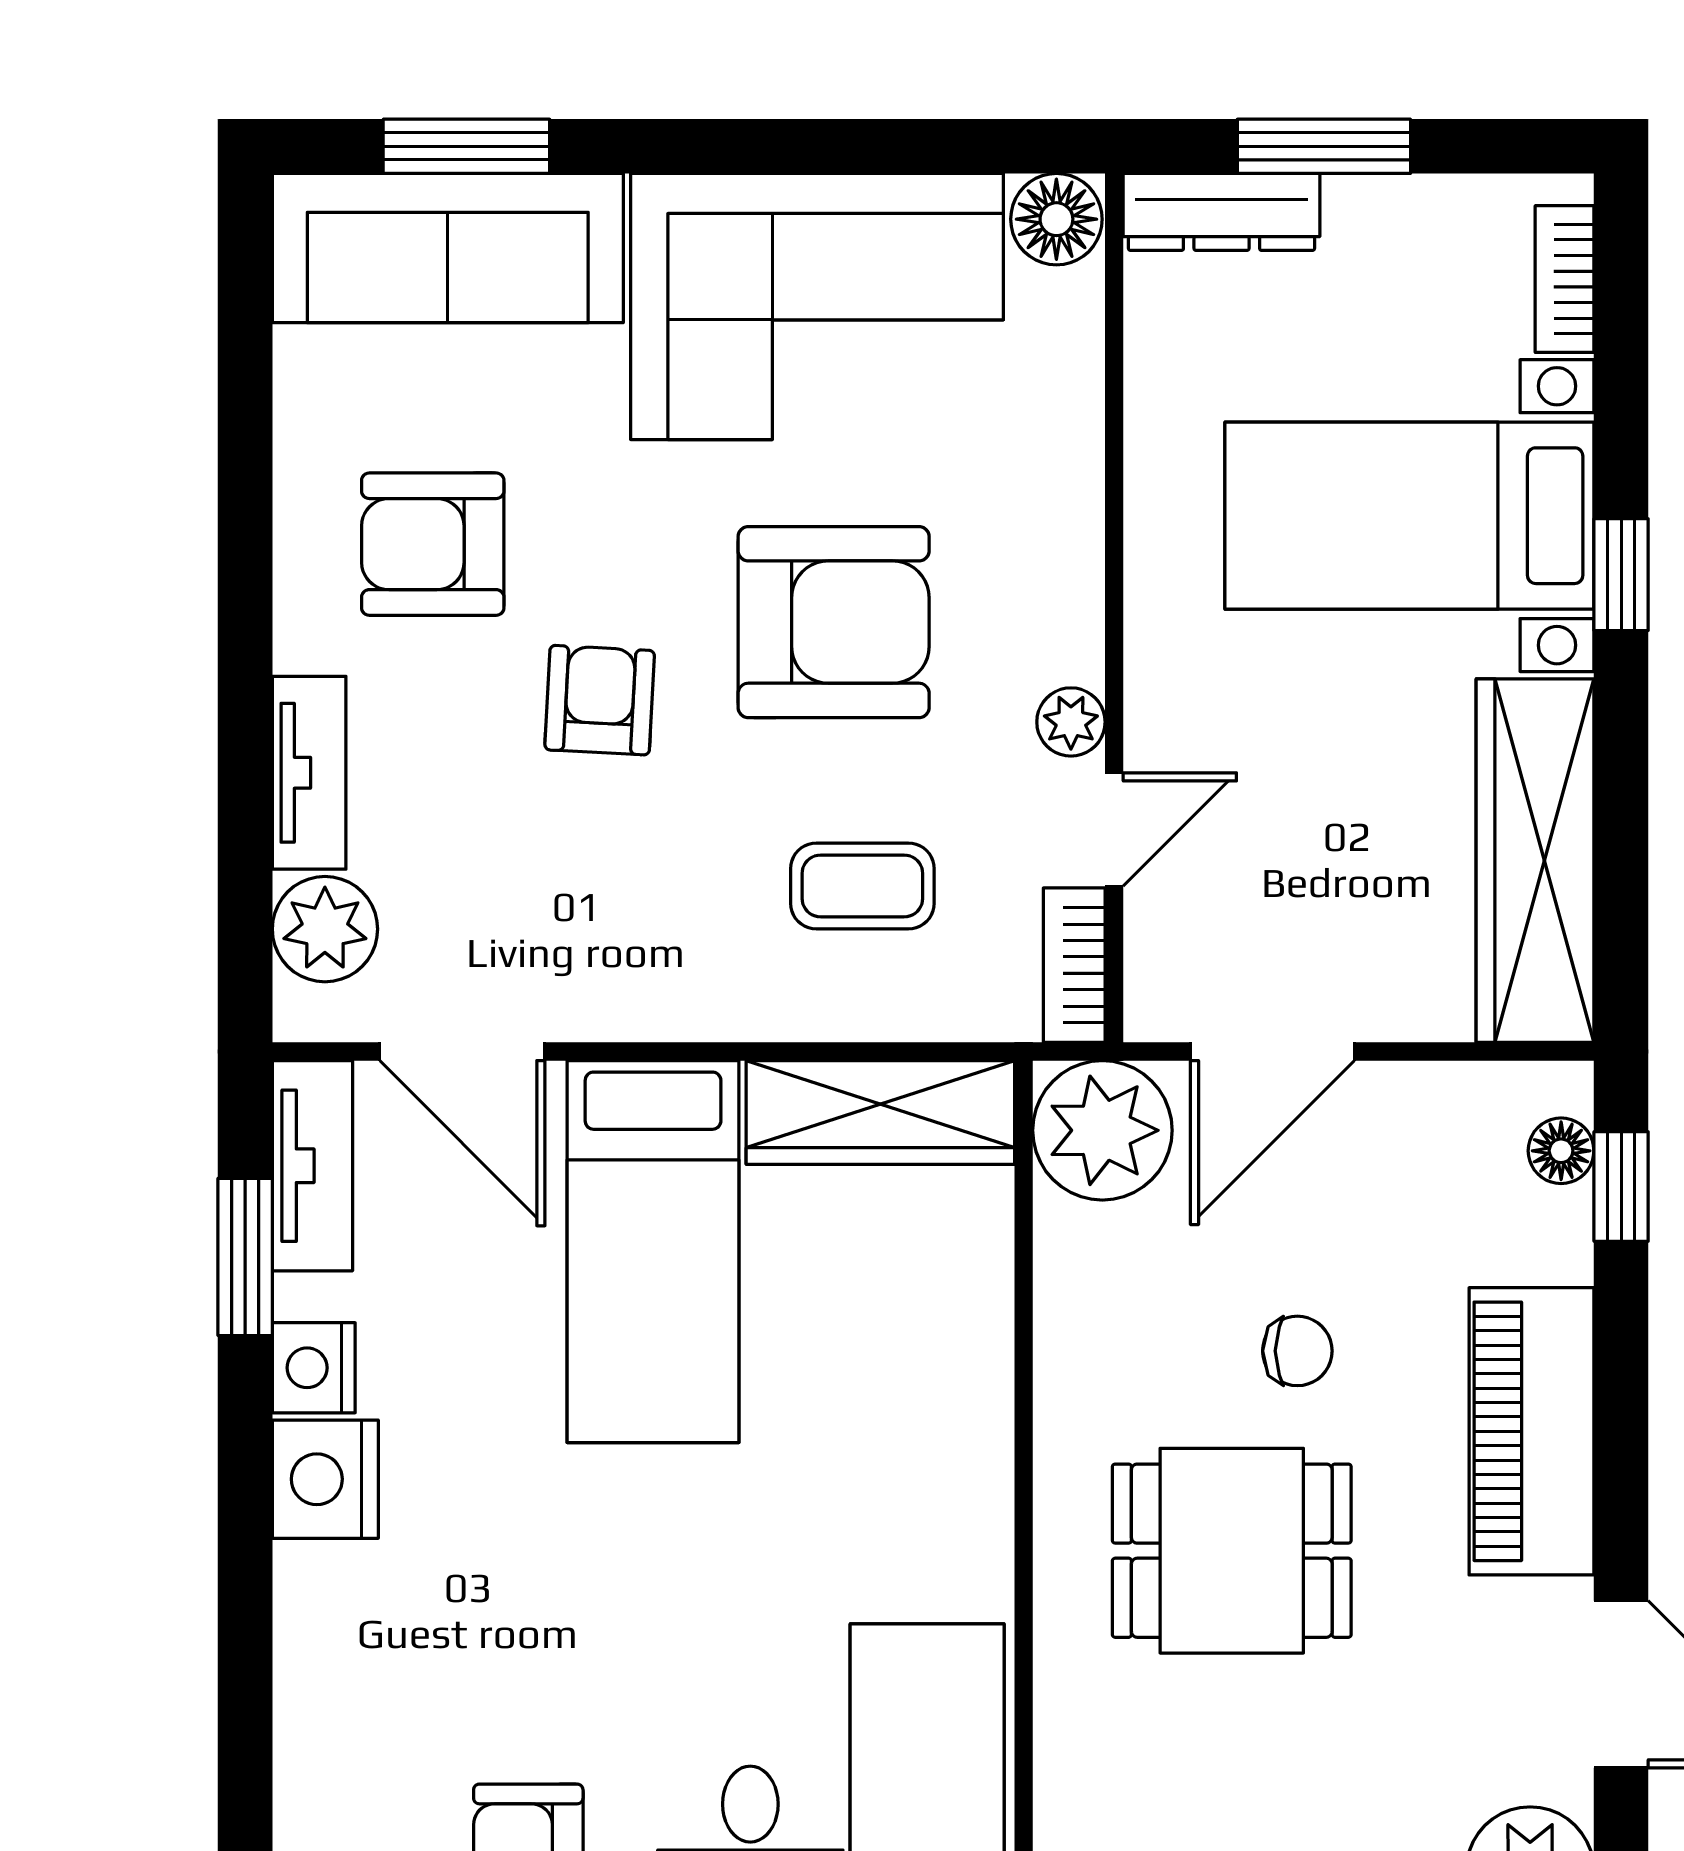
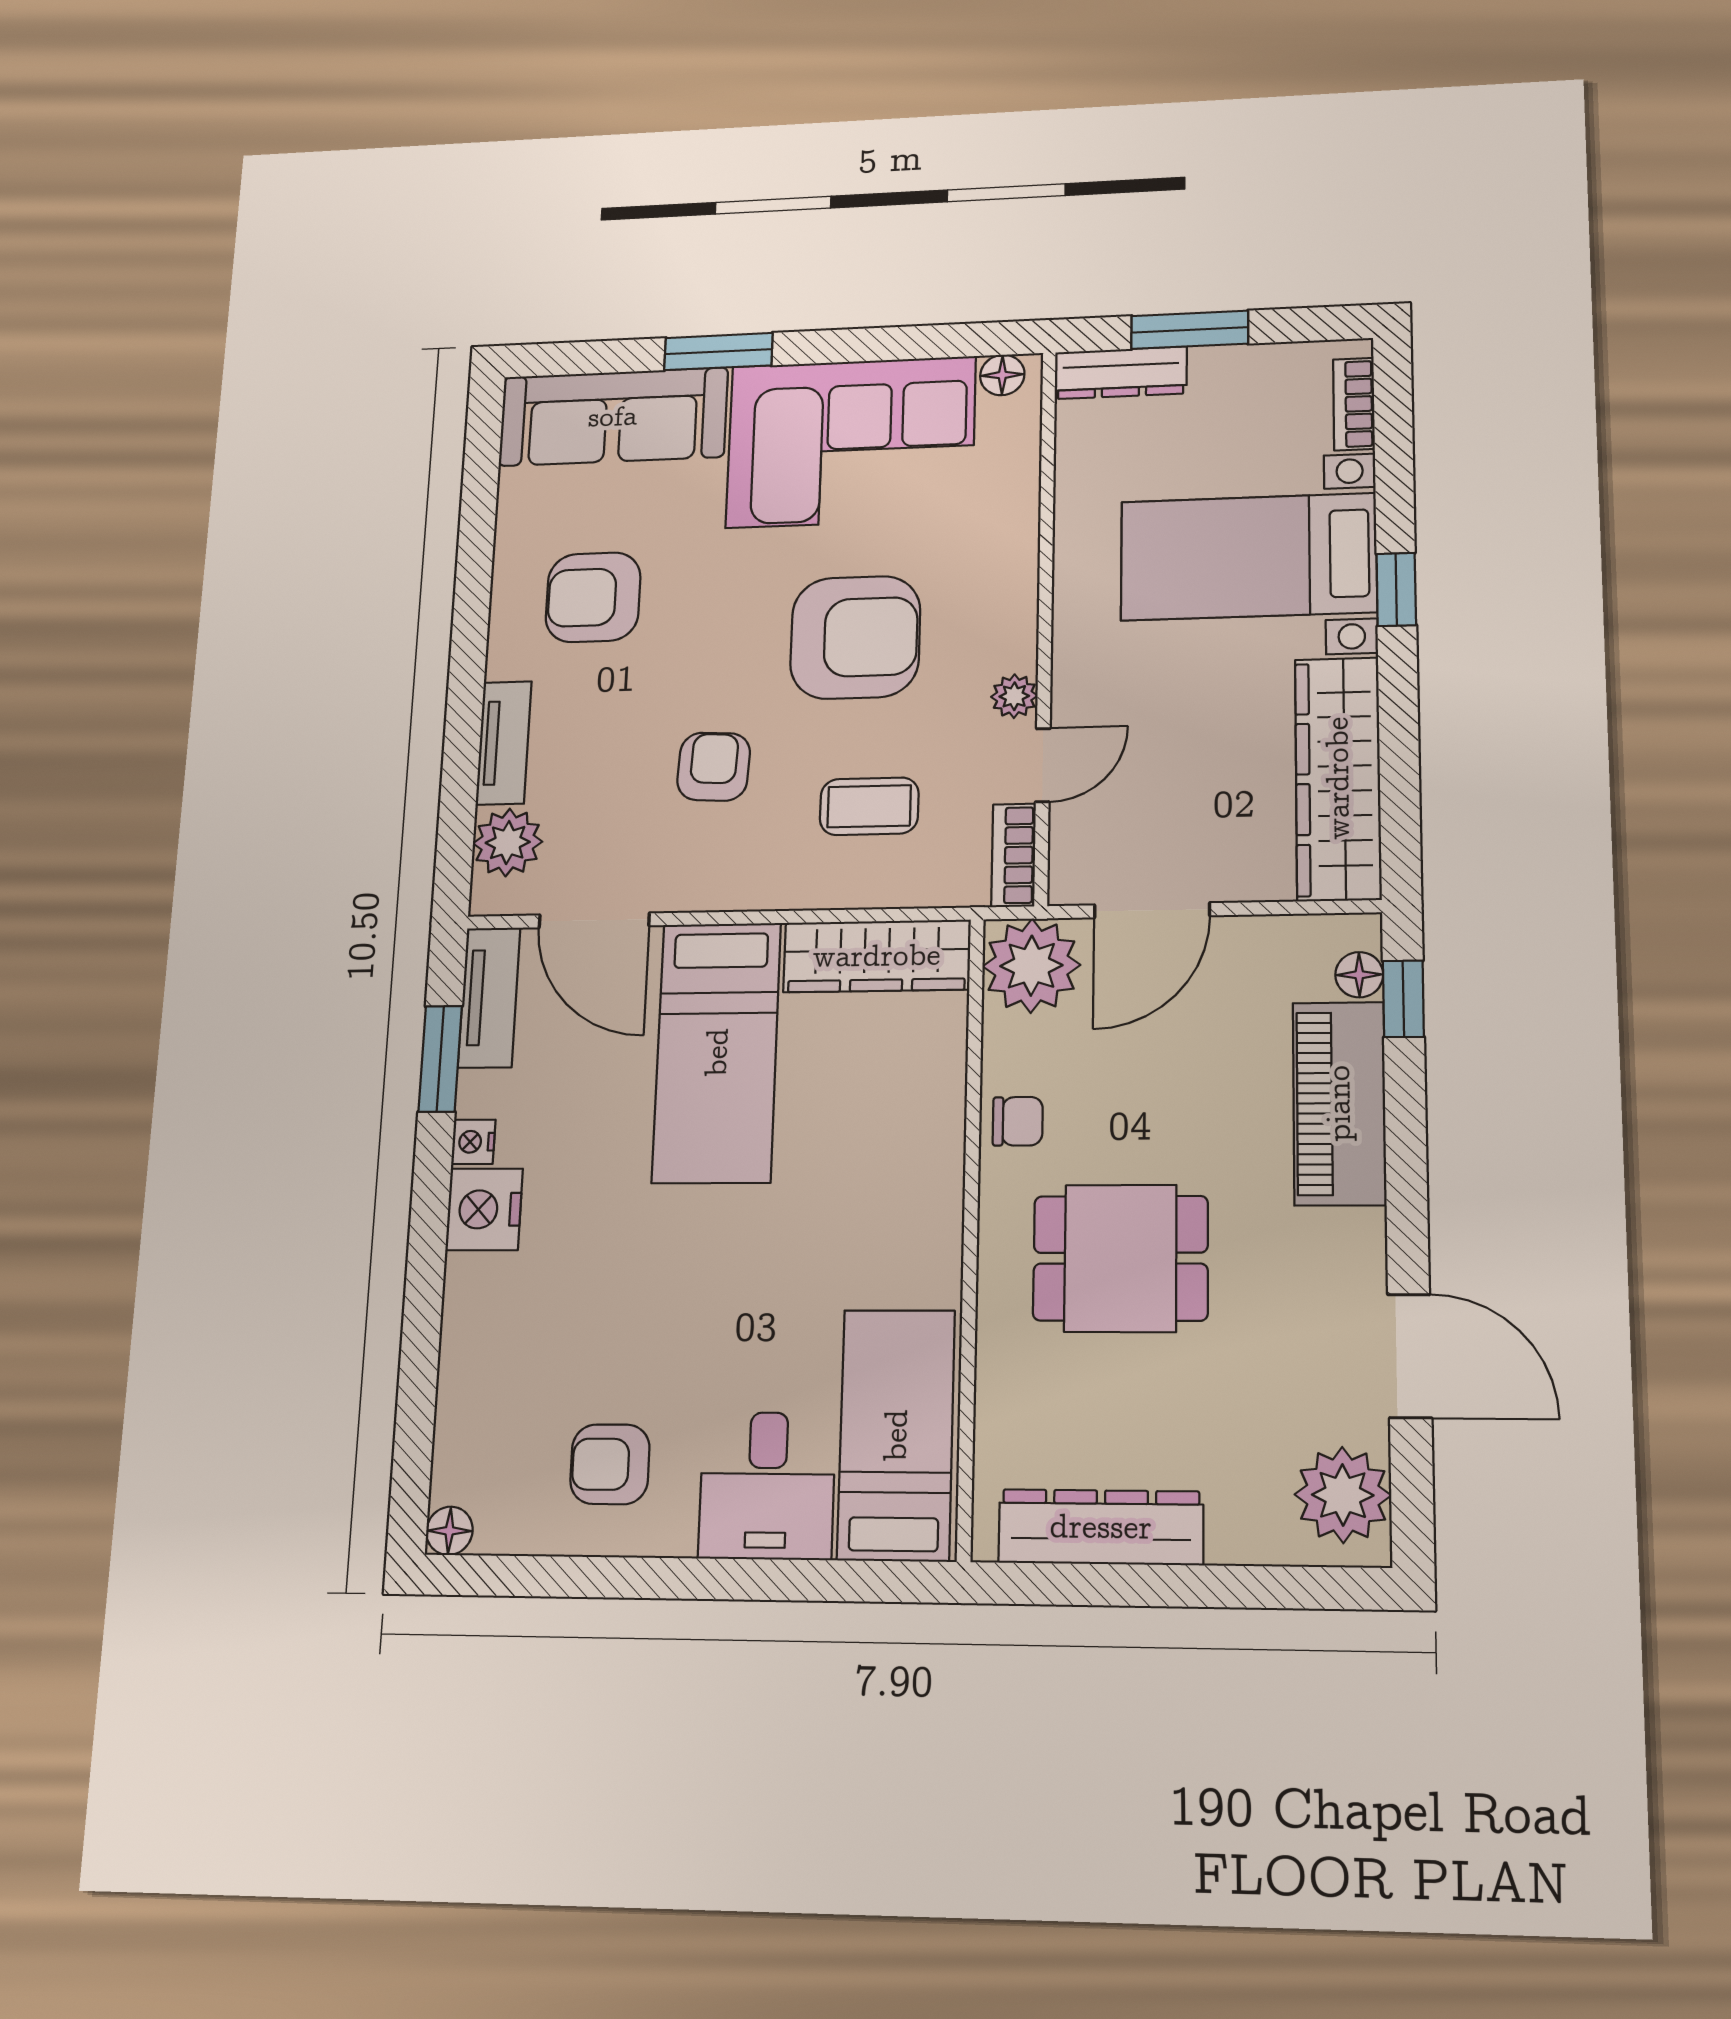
window: (466, 146) -> (718, 352), moved
floor lamp: (1056, 219) -> (1002, 375), width x0.73, depth x0.73
armchair: (600, 700) -> (714, 767), moved
chair: (1297, 1351) -> (1018, 1121), moved
nightstand: (314, 1368) -> (473, 1142), width x0.72, depth x0.74
piano: (1531, 1431) -> (1339, 1103), moved

